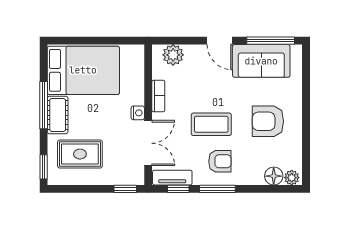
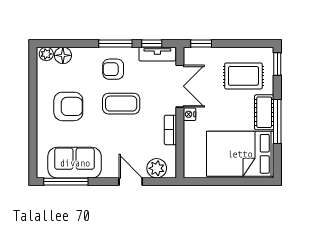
door: (220, 41) -> (131, 182), moved
double door: (148, 143) -> (180, 86), swing flipped

